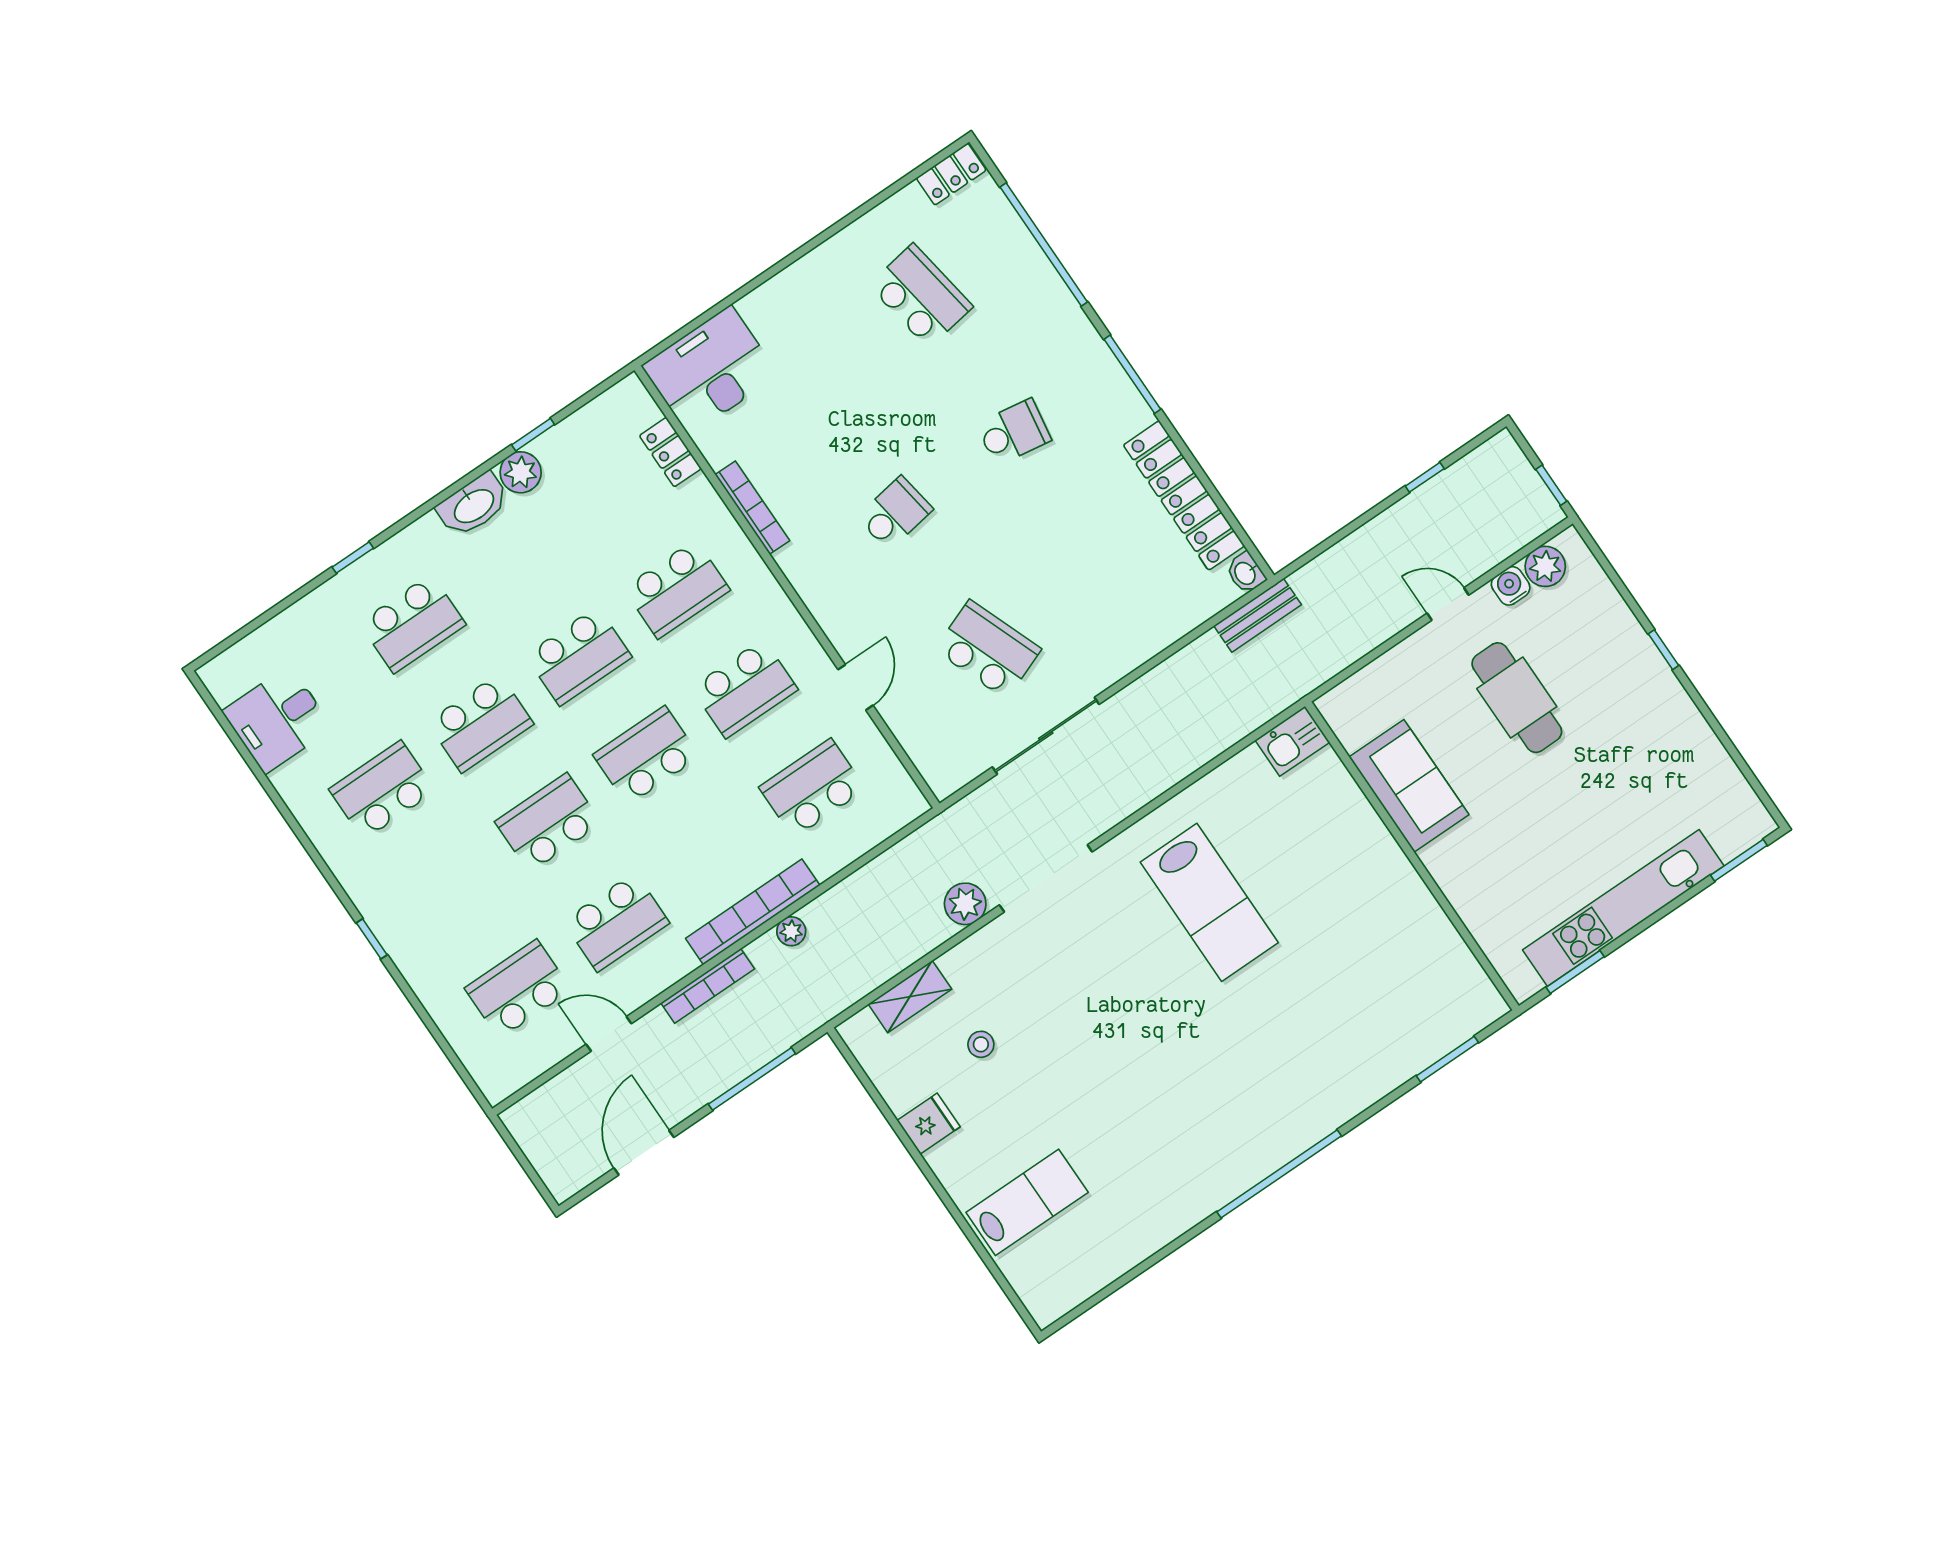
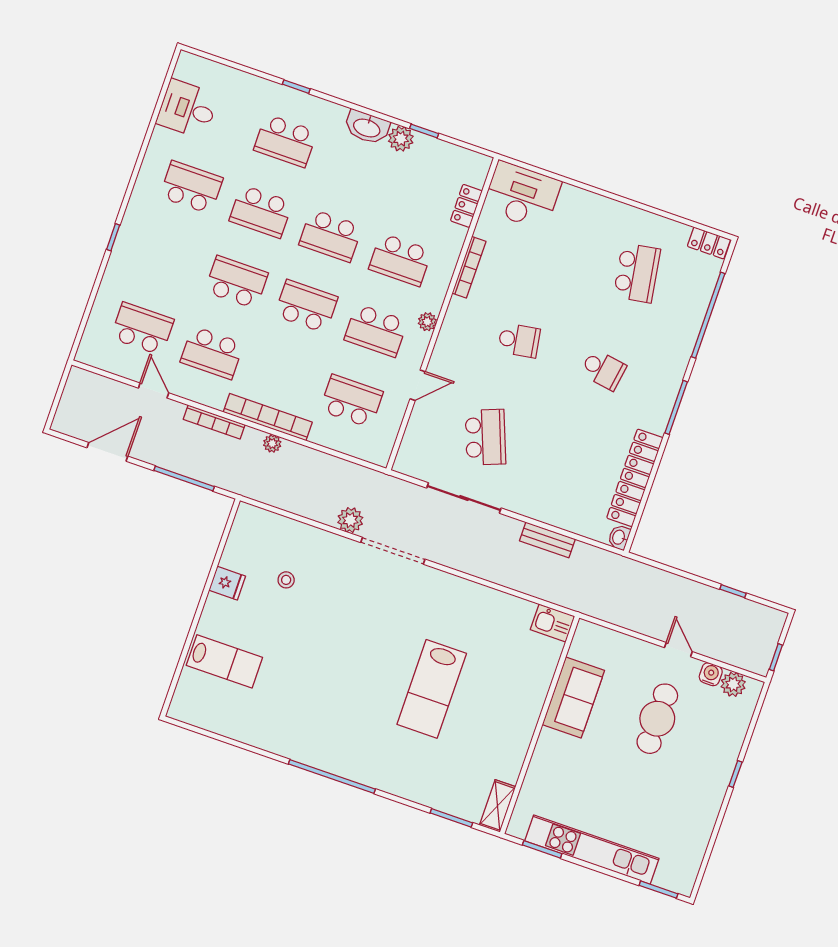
plant: (783, 614) -> (427, 322), added
bench: (1258, 615) -> (547, 540), moved
lab bench: (1209, 902) -> (432, 689), moved
shelving: (910, 997) -> (498, 806), moved, turned 90

